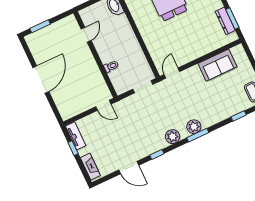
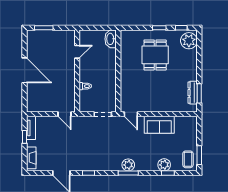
sofa: (217, 65) -> (159, 125), moved
door: (172, 73) -> (131, 114), swing flipped
door: (41, 80) -> (25, 70), hinge flipped
plant: (173, 137) -> (164, 165), moved

